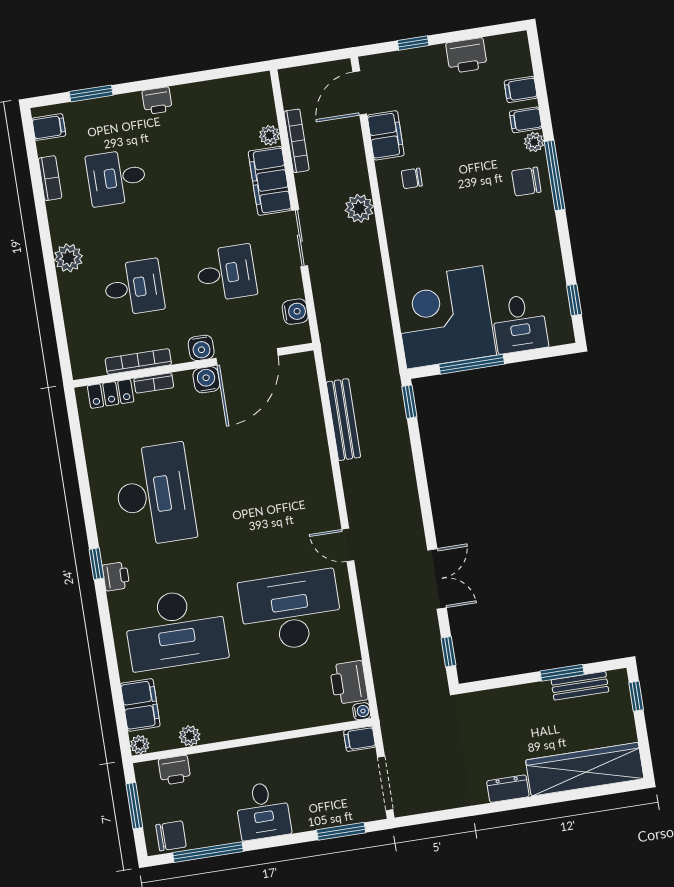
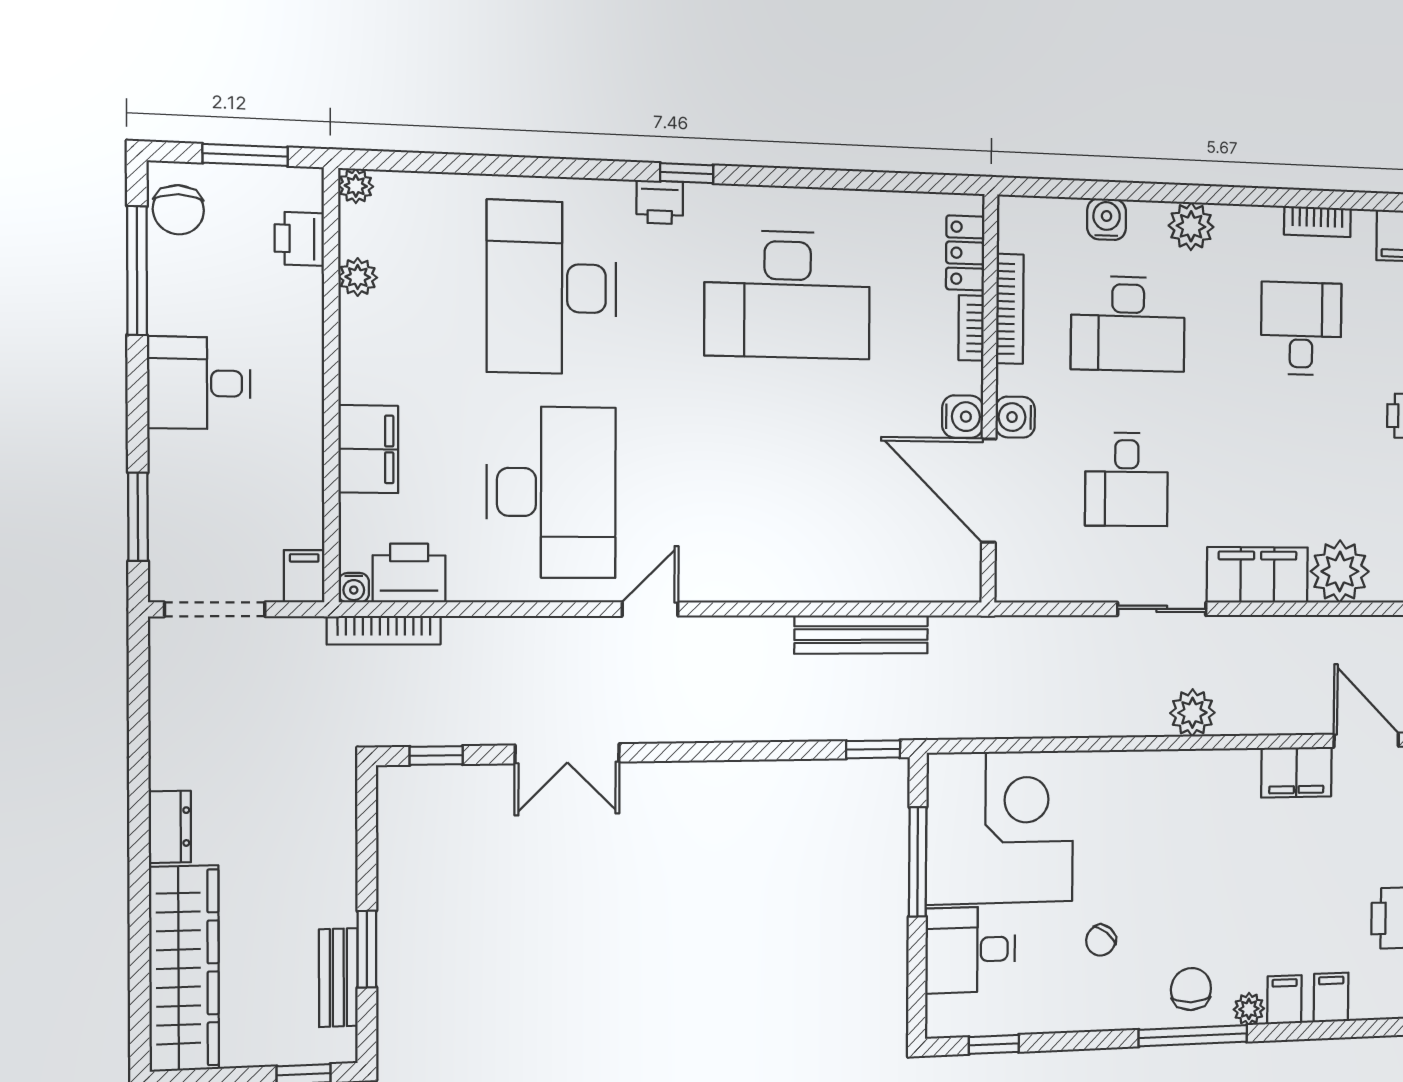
plant: (269, 135) -> (1340, 571), width x1.88, depth x1.88
bookcase: (297, 141) -> (384, 630), moved
chair: (412, 178) -> (1101, 940), moved, turned -141
desk: (134, 288) -> (1128, 324), width x1.37
water cooler: (295, 312) -> (1107, 219), moved, turned 180
filing cabinet: (140, 705) -> (368, 449), moved, turned -90

